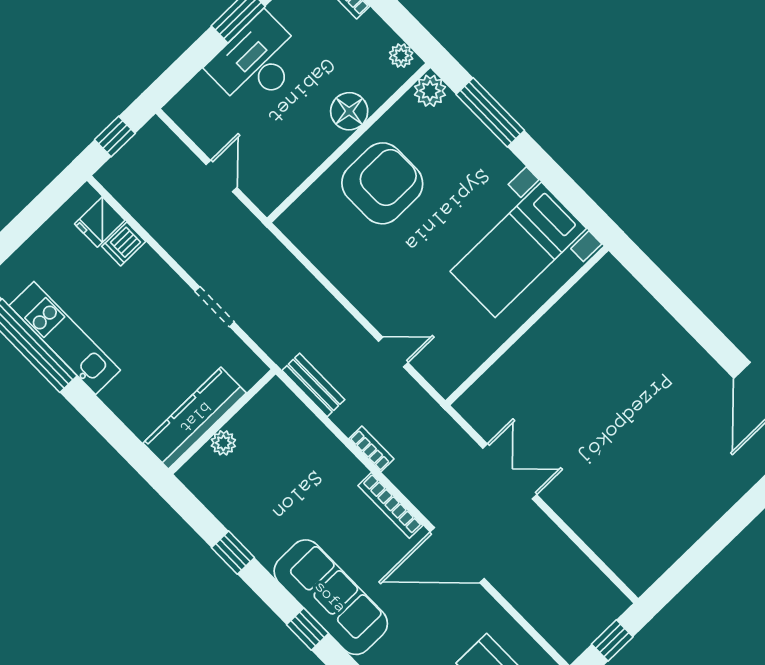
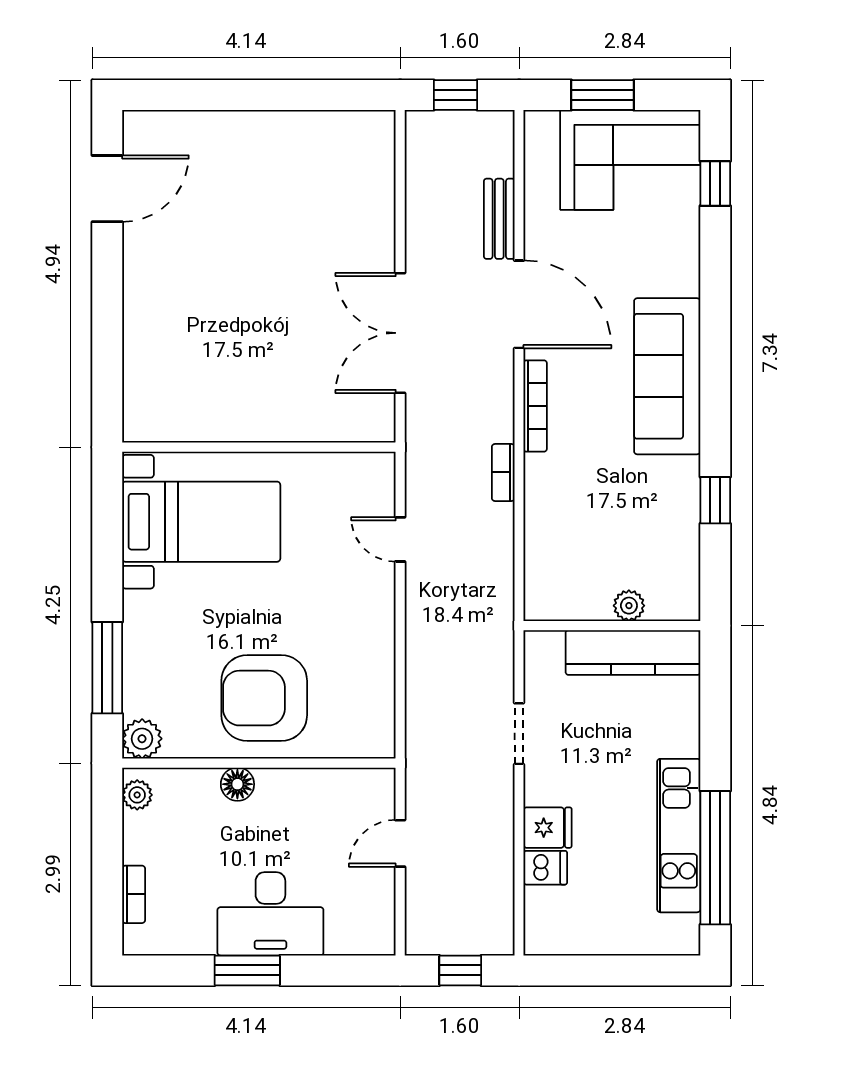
floor lamp: (349, 111) -> (237, 784), width x0.73, depth x0.73
fridge: (100, 222) -> (548, 828), moved
bench: (313, 385) -> (499, 219), moved
double door: (510, 471) -> (400, 333), width x1.37
window: (308, 629) -> (715, 368), removed

